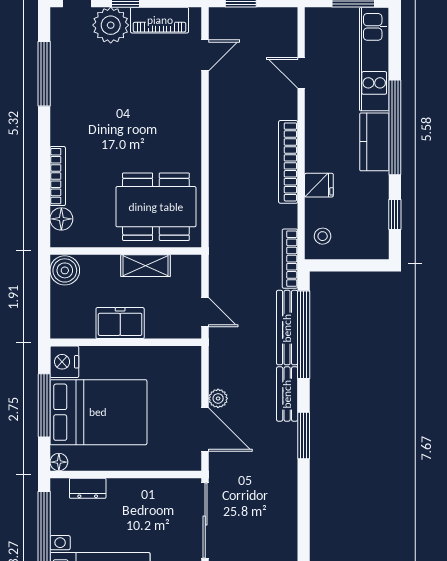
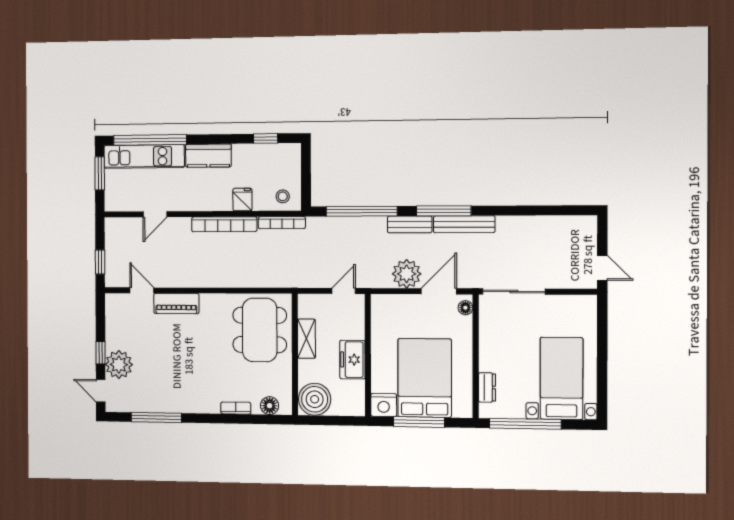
piano: (160, 20) -> (176, 304), moved, turned 90
window: (395, 127) -> (150, 140), moved
bookcase: (58, 176) -> (236, 408), width x0.64
bookcase: (290, 259) -> (282, 223), moved
boiler: (65, 270) -> (315, 399), width x1.37, depth x1.37
bench: (287, 328) -> (464, 224), moved
plant: (218, 398) -> (407, 274), width x1.88, depth x1.88
window: (304, 436) -> (444, 211), width x1.44
floor lamp: (59, 462) -> (465, 308), moved

